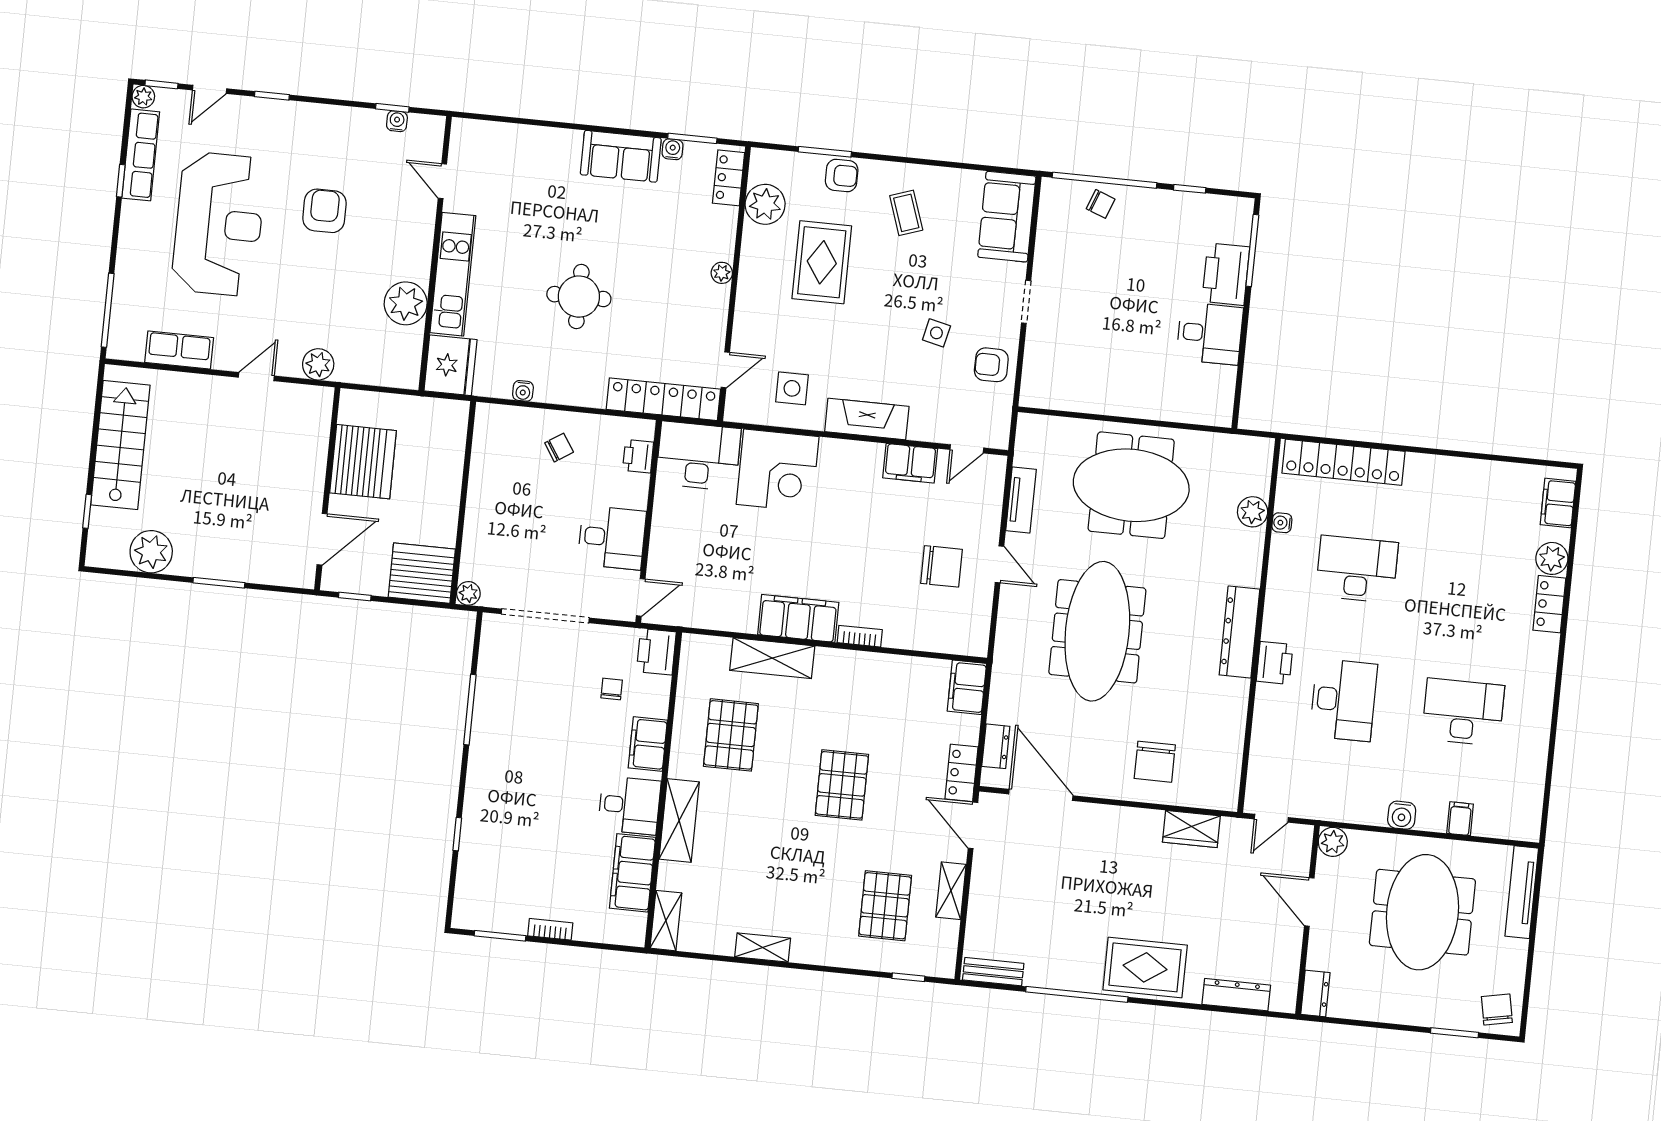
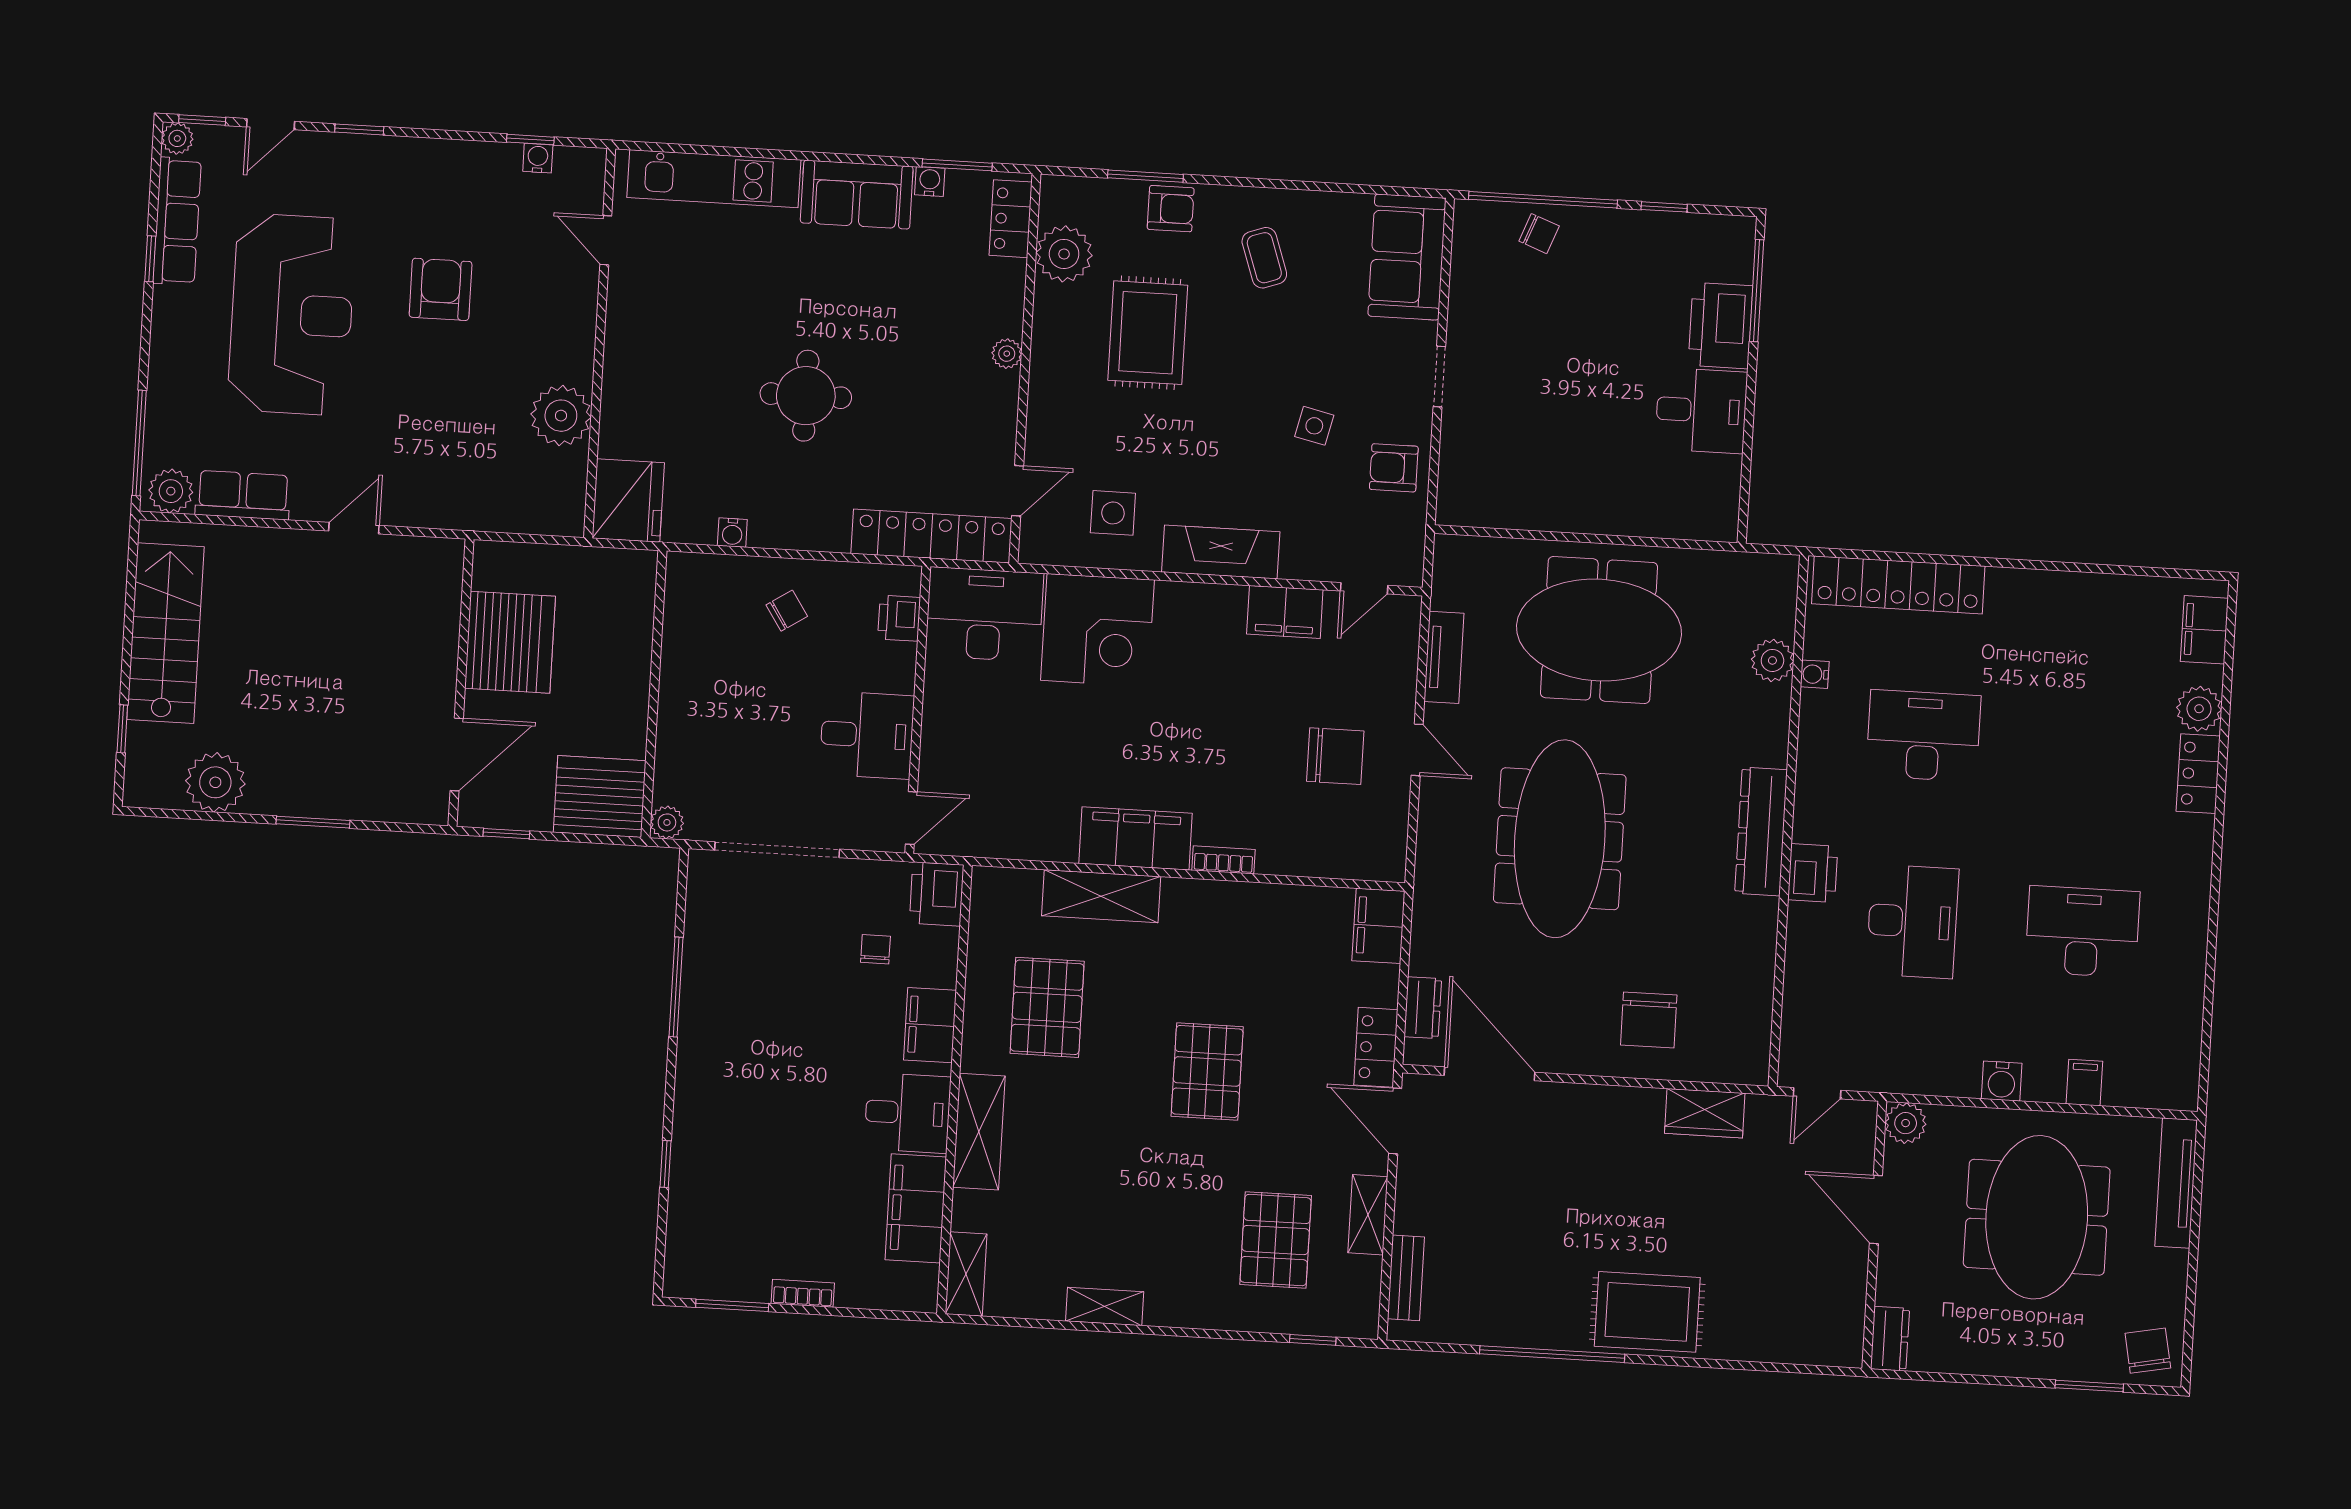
kitchen unit: (453, 274) -> (714, 179), moved, turned 90
plant: (318, 364) -> (171, 491), moved
bench: (993, 972) -> (1406, 1278), moved, turned 90
dresser: (1236, 995) -> (1778, 1345), removed

